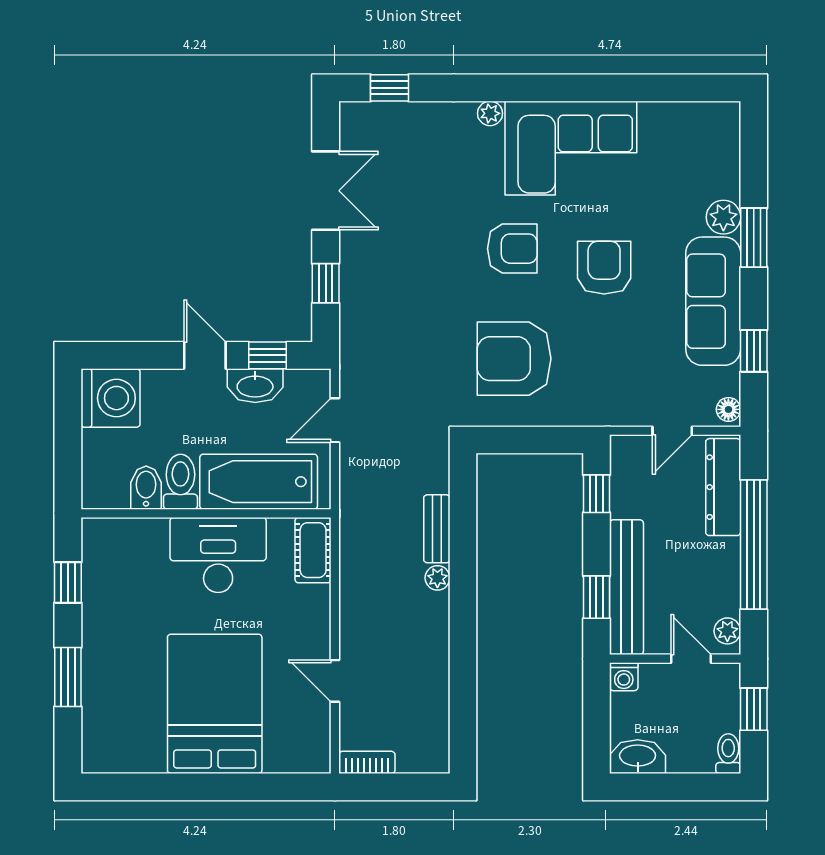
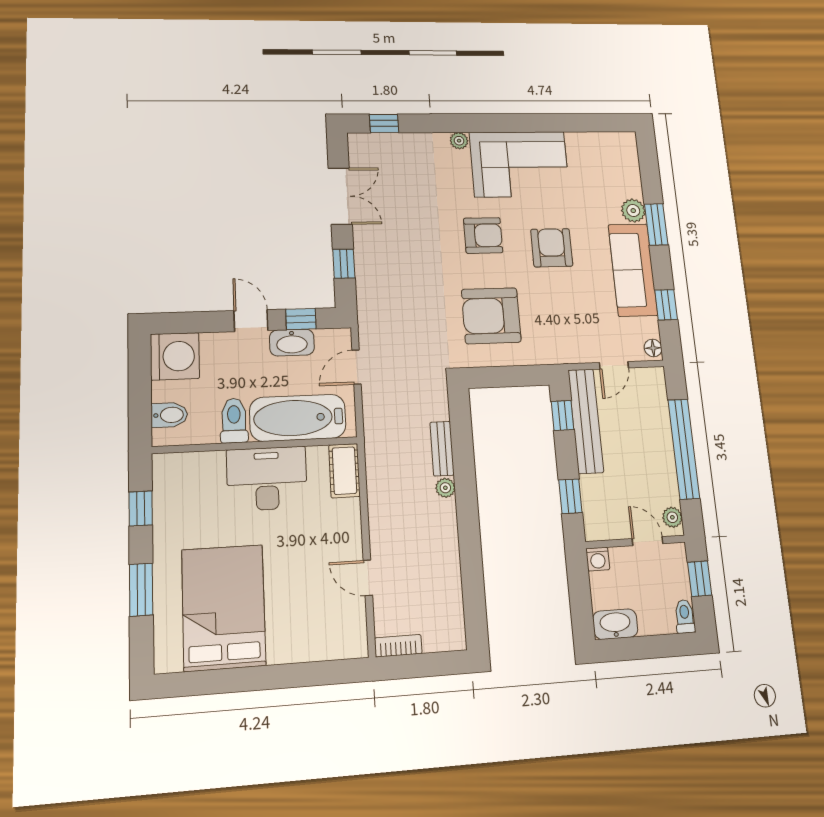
dresser: (723, 487) -> (656, 406), removed
bidet: (146, 488) -> (169, 415), moved, turned 90
bench: (626, 587) -> (586, 421), moved
bed: (215, 704) -> (224, 607), moved

